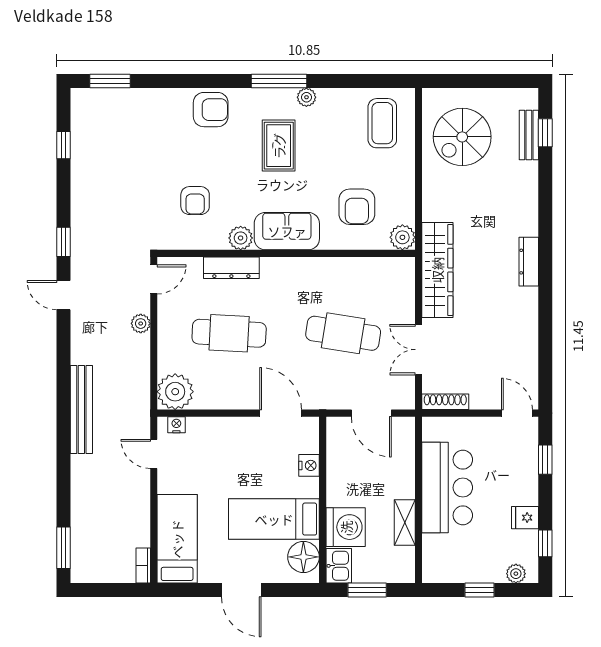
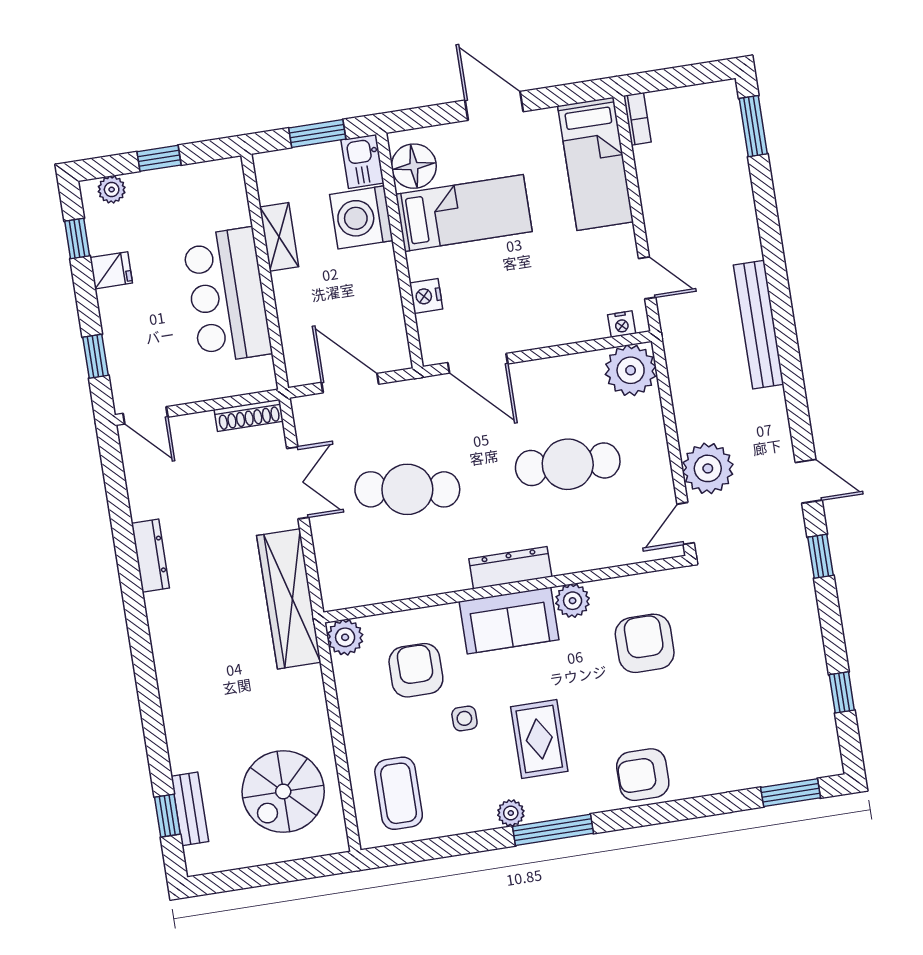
spiral stairs: (462, 137) -> (283, 792), turned 180
side table: (328, 168) -> (464, 718), added
armchair: (195, 201) -> (645, 643), width x1.38, depth x1.38
dresser: (529, 262) -> (150, 556), moved
dresser: (231, 268) -> (510, 568), moved
plant: (141, 324) -> (708, 468), width x1.88, depth x1.88

